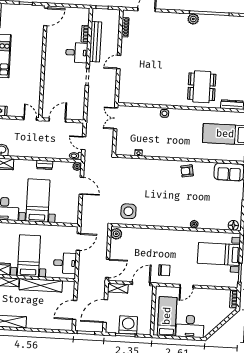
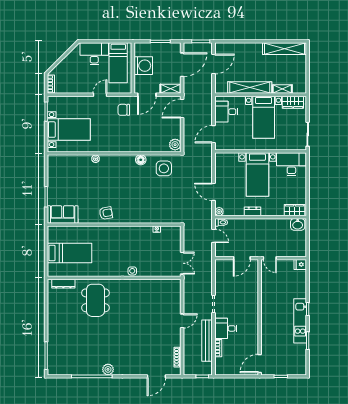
floor lamp: (233, 225) -> (141, 160), moved
washing machine: (128, 325) -> (143, 66), moved, turned -90

